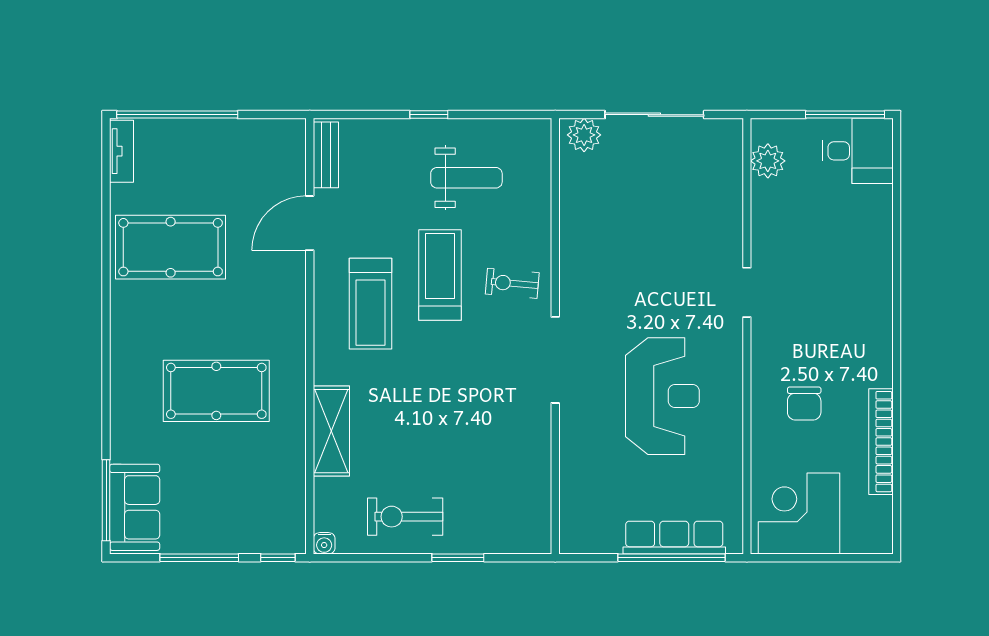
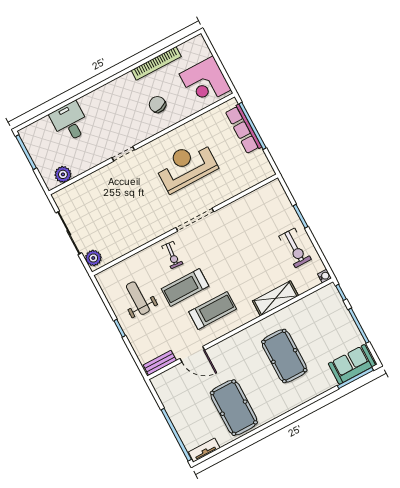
desk: (858, 151) -> (70, 122), moved
chair: (804, 404) -> (157, 104), turned -107

